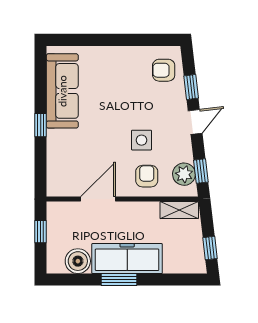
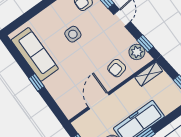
side table: (141, 140) -> (73, 34), moved
armchair: (147, 176) -> (117, 68), turned -103

